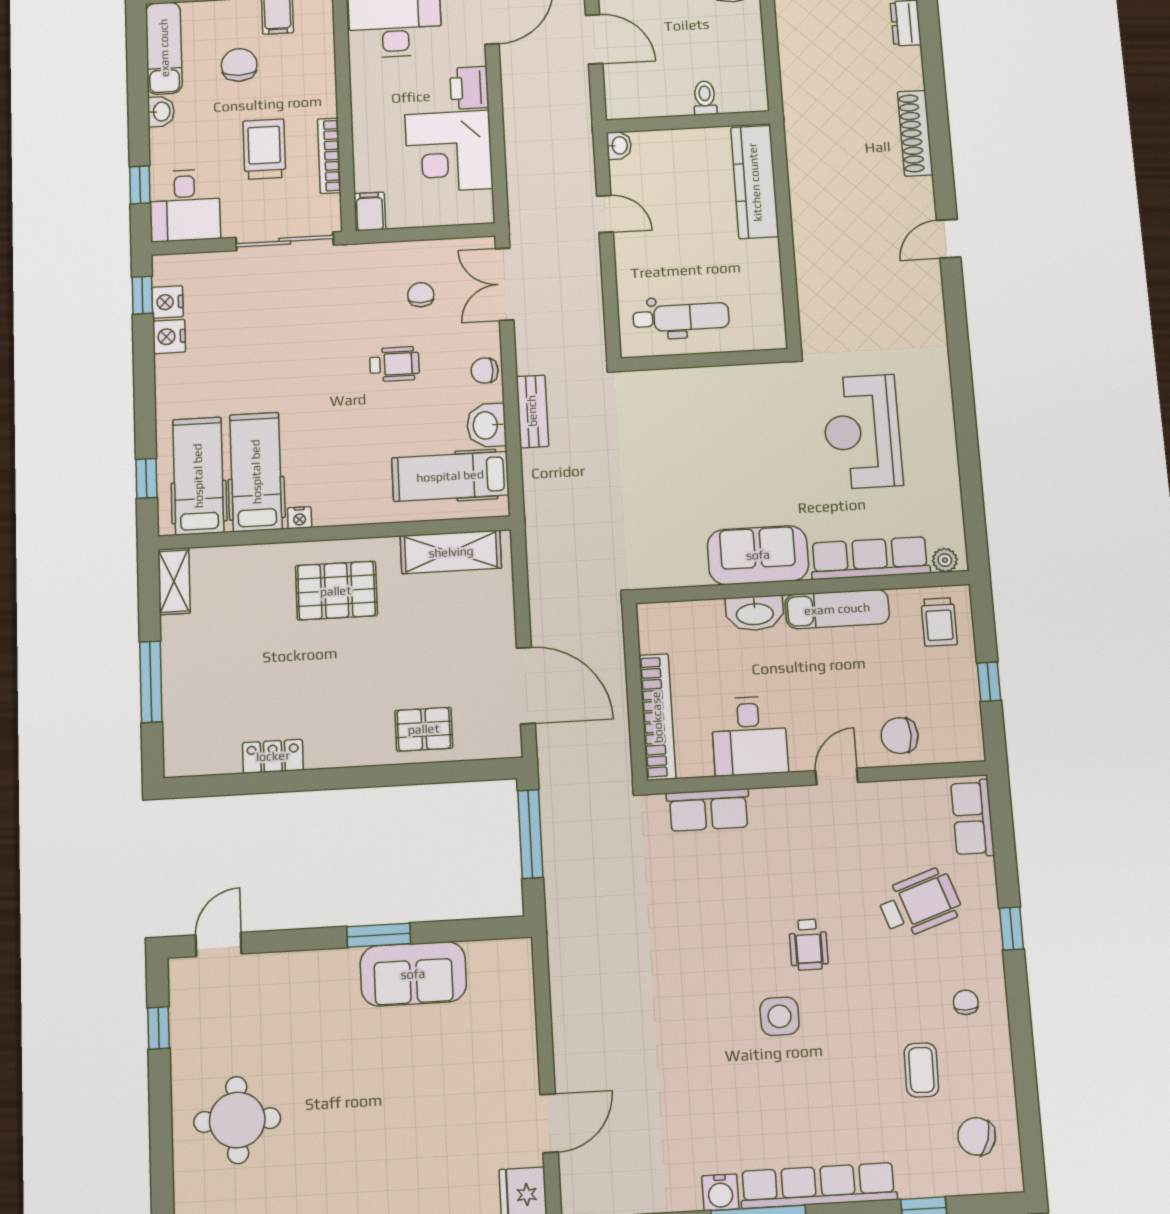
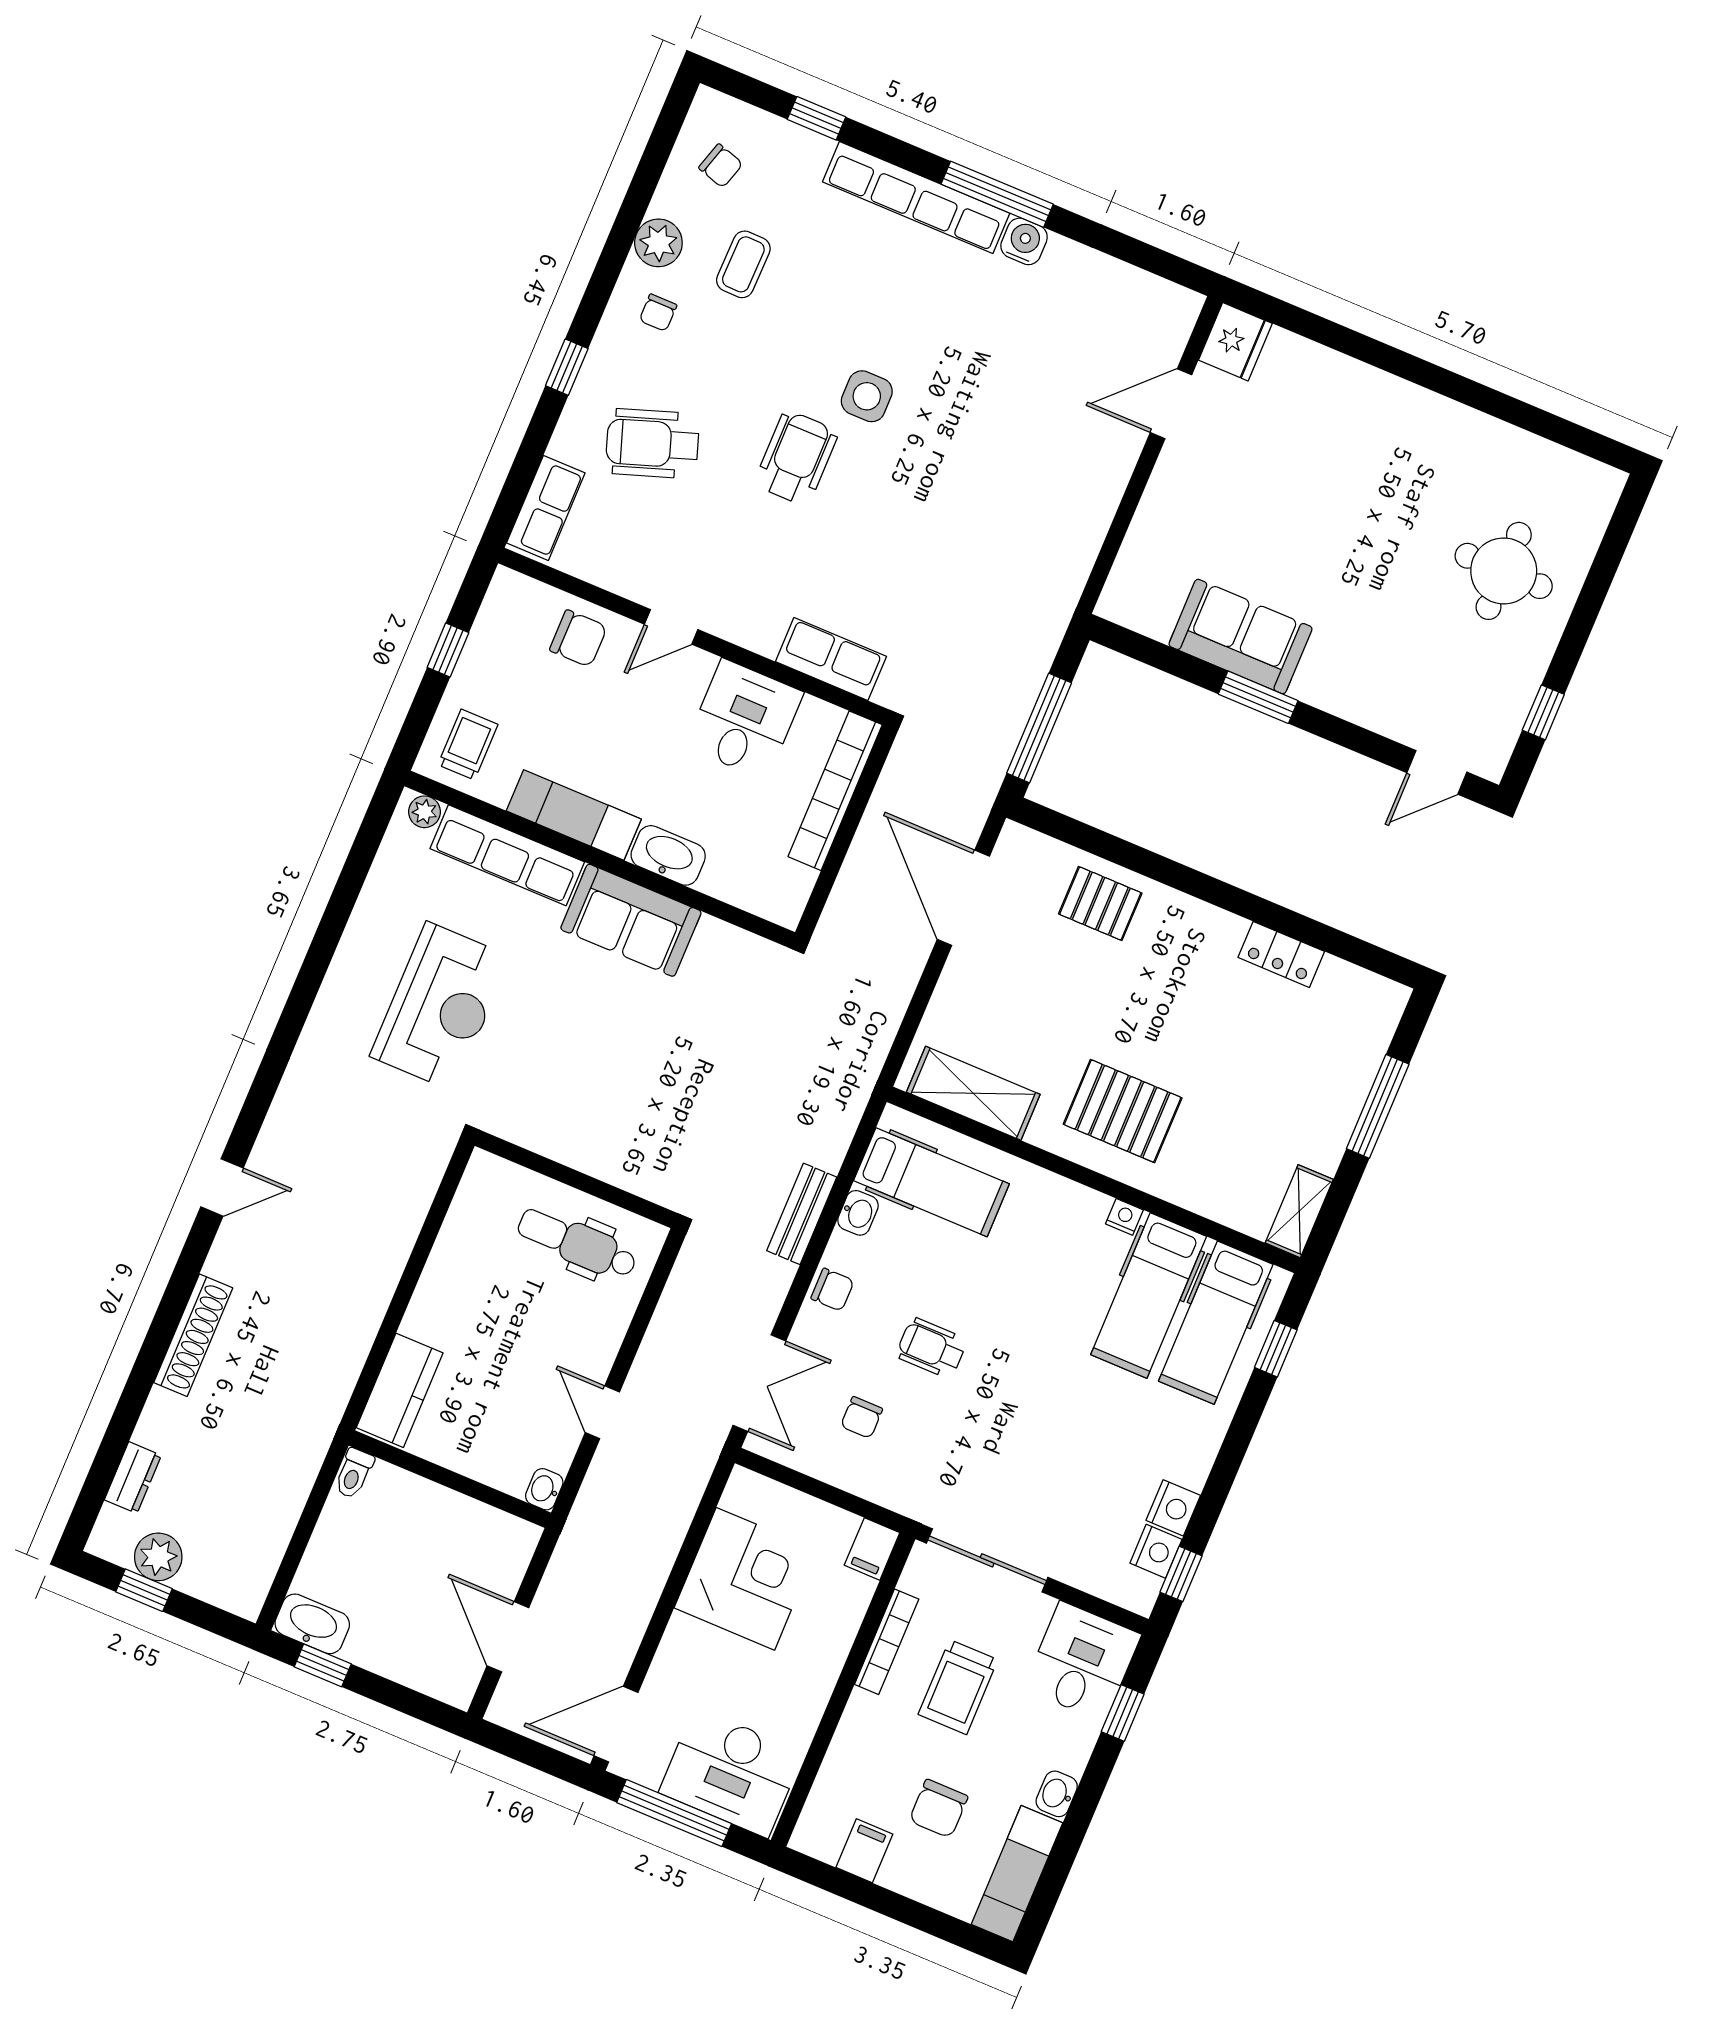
printer: (469, 88) -> (683, 1647), removed
toilet: (705, 98) -> (354, 1473), moved
kitchen counter: (755, 182) -> (400, 1390), width x0.67
washbasin: (486, 425) -> (858, 1213), width x0.72, depth x0.69
wheelchair: (809, 945) -> (796, 458), width x1.36, depth x1.37
plant: (993, 1055) -> (658, 243), added
chair: (977, 1136) -> (721, 166), width x0.73, depth x0.73

